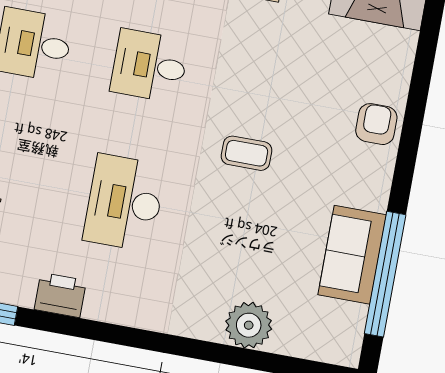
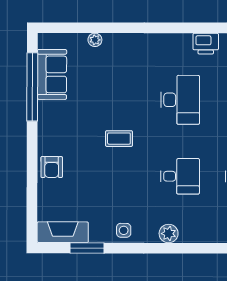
sofa: (352, 255) -> (52, 74), moved
plant: (249, 325) -> (95, 40), width x0.53, depth x0.53

